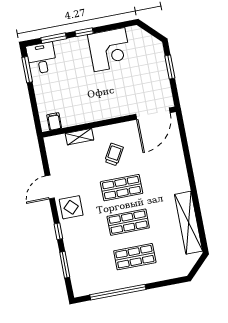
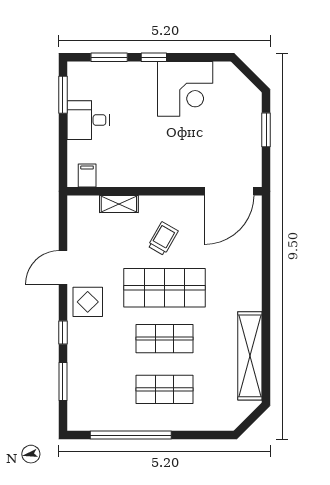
desk: (42, 58) -> (88, 120), moved, turned -90
shop shelf: (122, 188) -> (165, 288), width x1.43, depth x1.36

